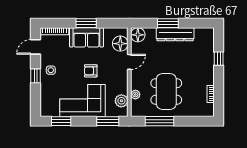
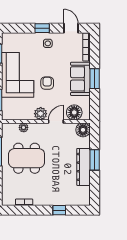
door: (129, 62) -> (56, 121), swing flipped
plant: (121, 101) -> (41, 114), moved

